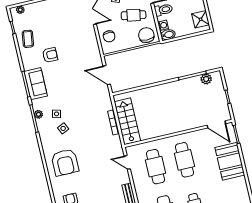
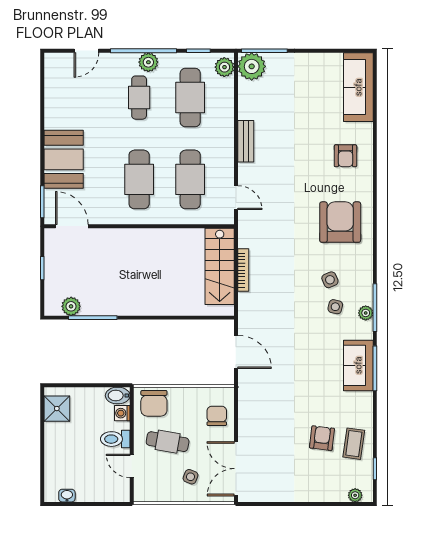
armchair: (50, 55) -> (322, 438), moved, turned 97

